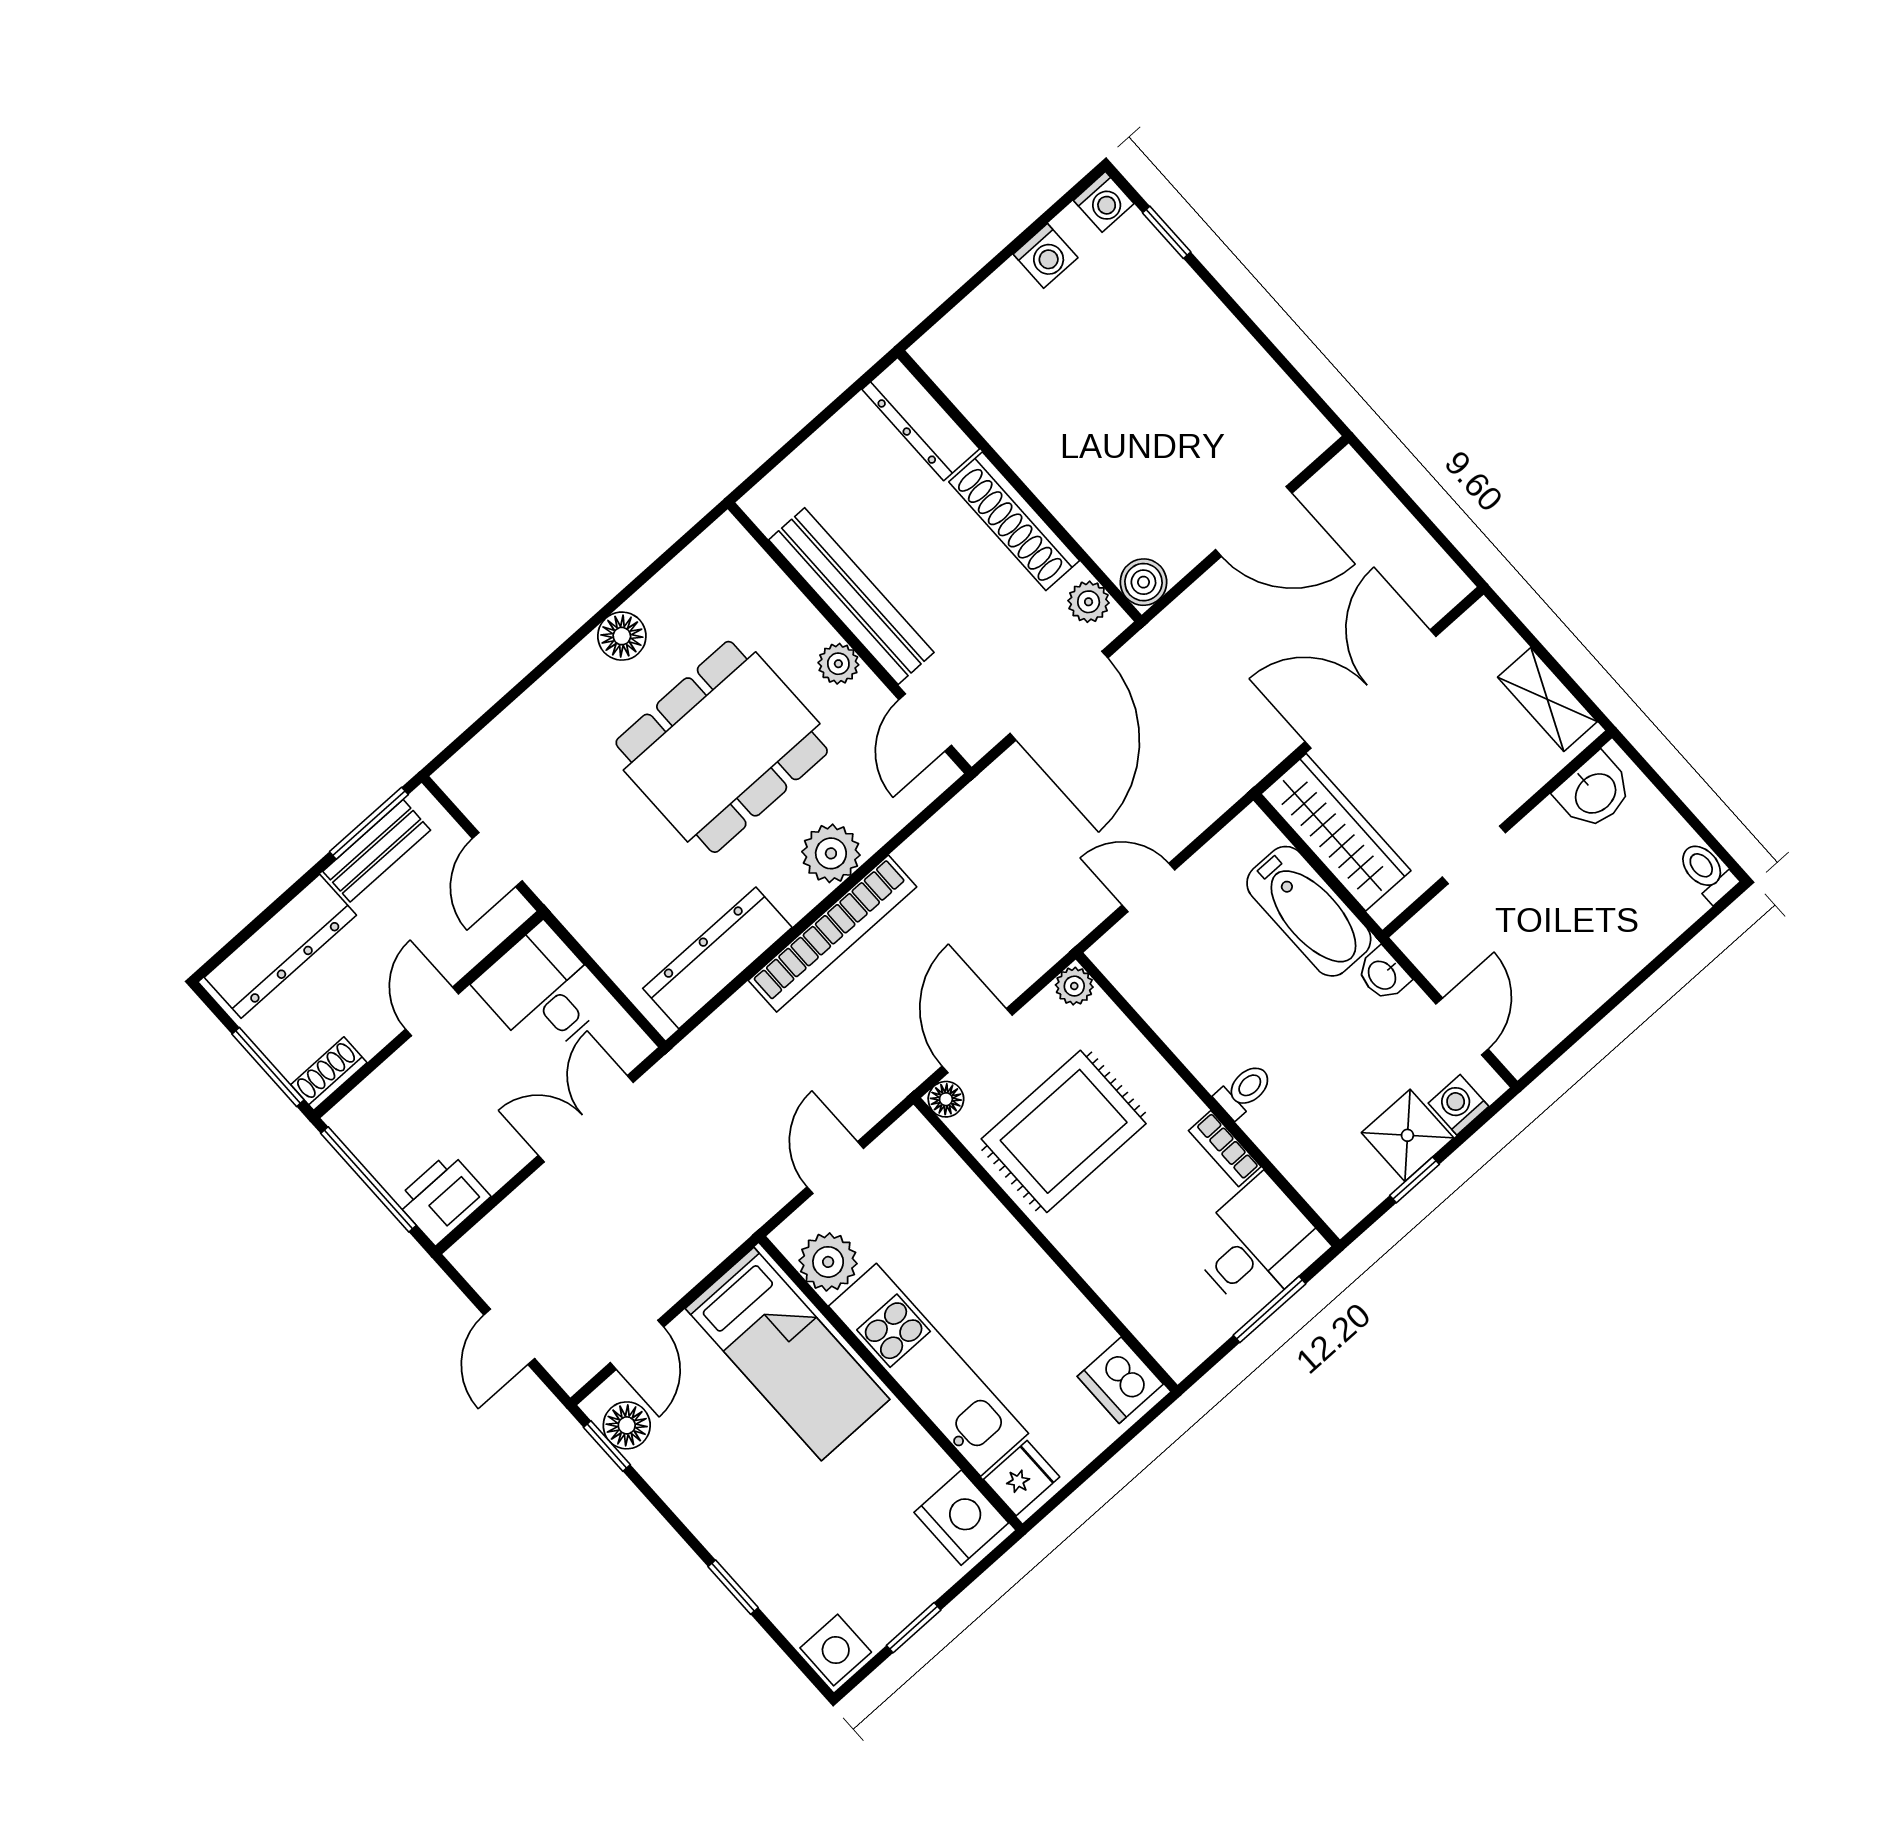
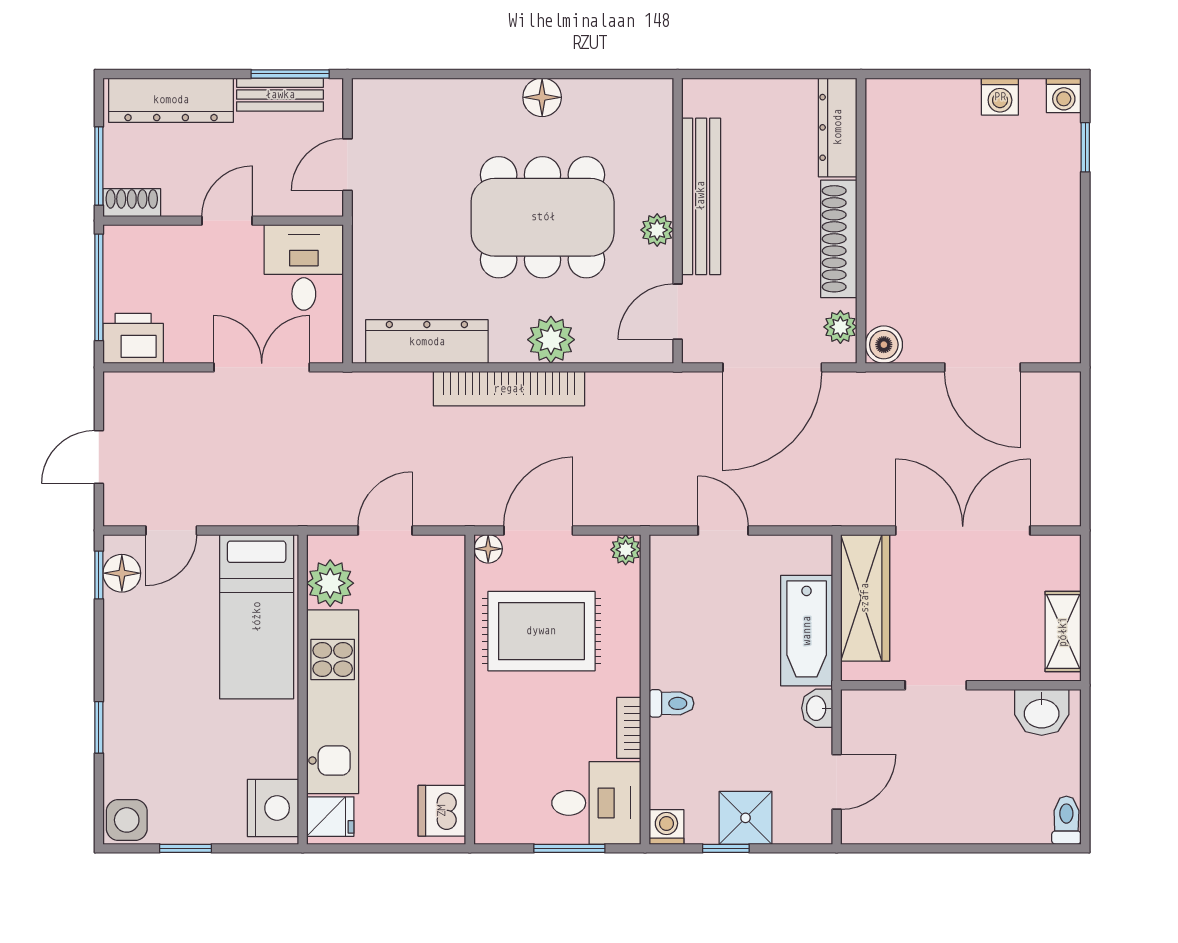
washing machine: (1458, 1105) -> (666, 827), moved

